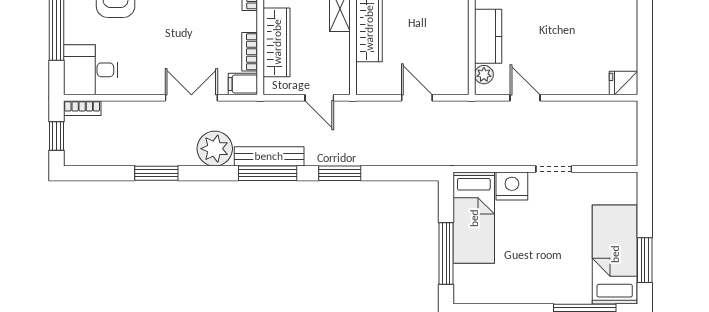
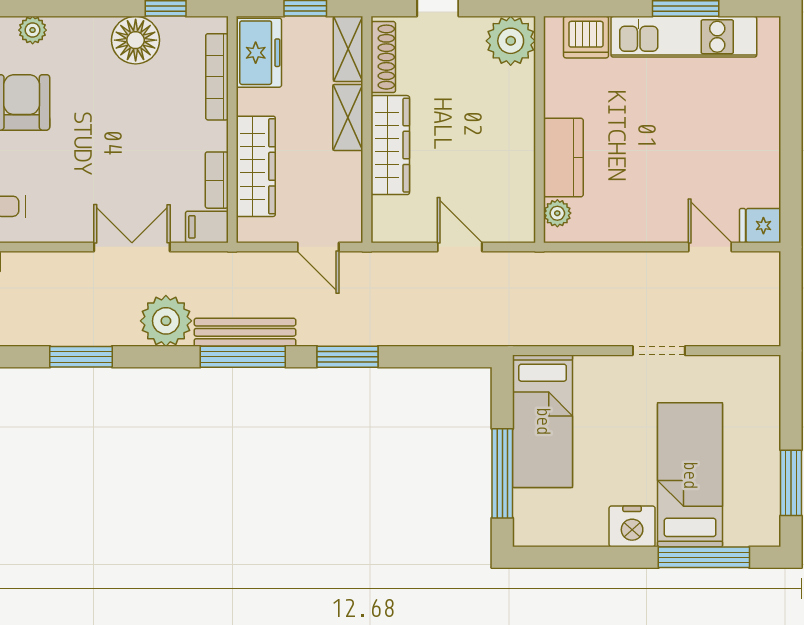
door: (525, 98) -> (710, 247), moved
nightstand: (512, 186) -> (632, 526), moved, turned 180
bed: (615, 254) -> (690, 475), moved

